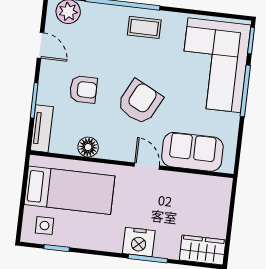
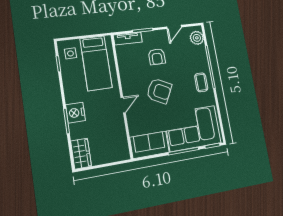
floor lamp: (88, 147) -> (125, 68), removed
sofa: (192, 152) -> (150, 145), moved, turned -90

